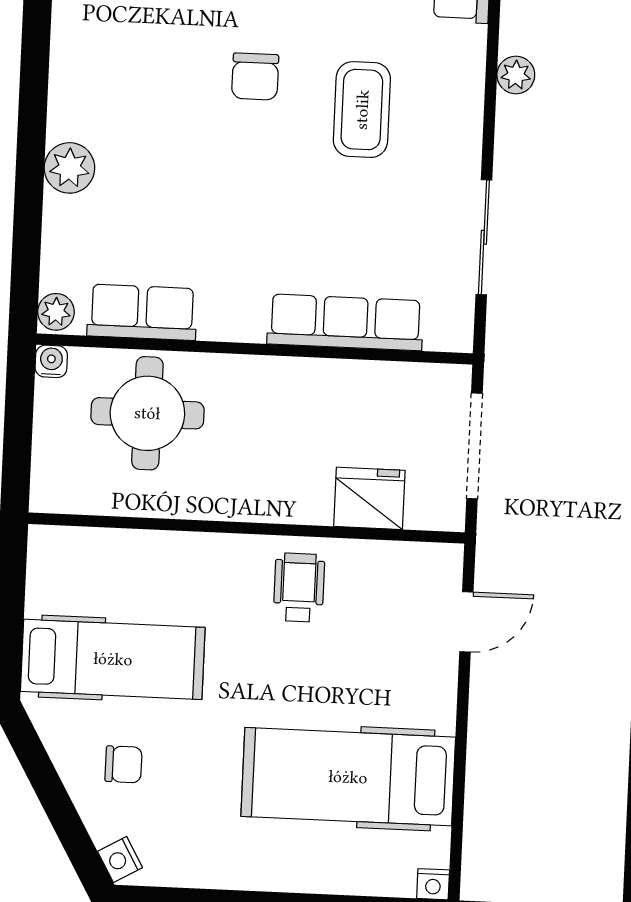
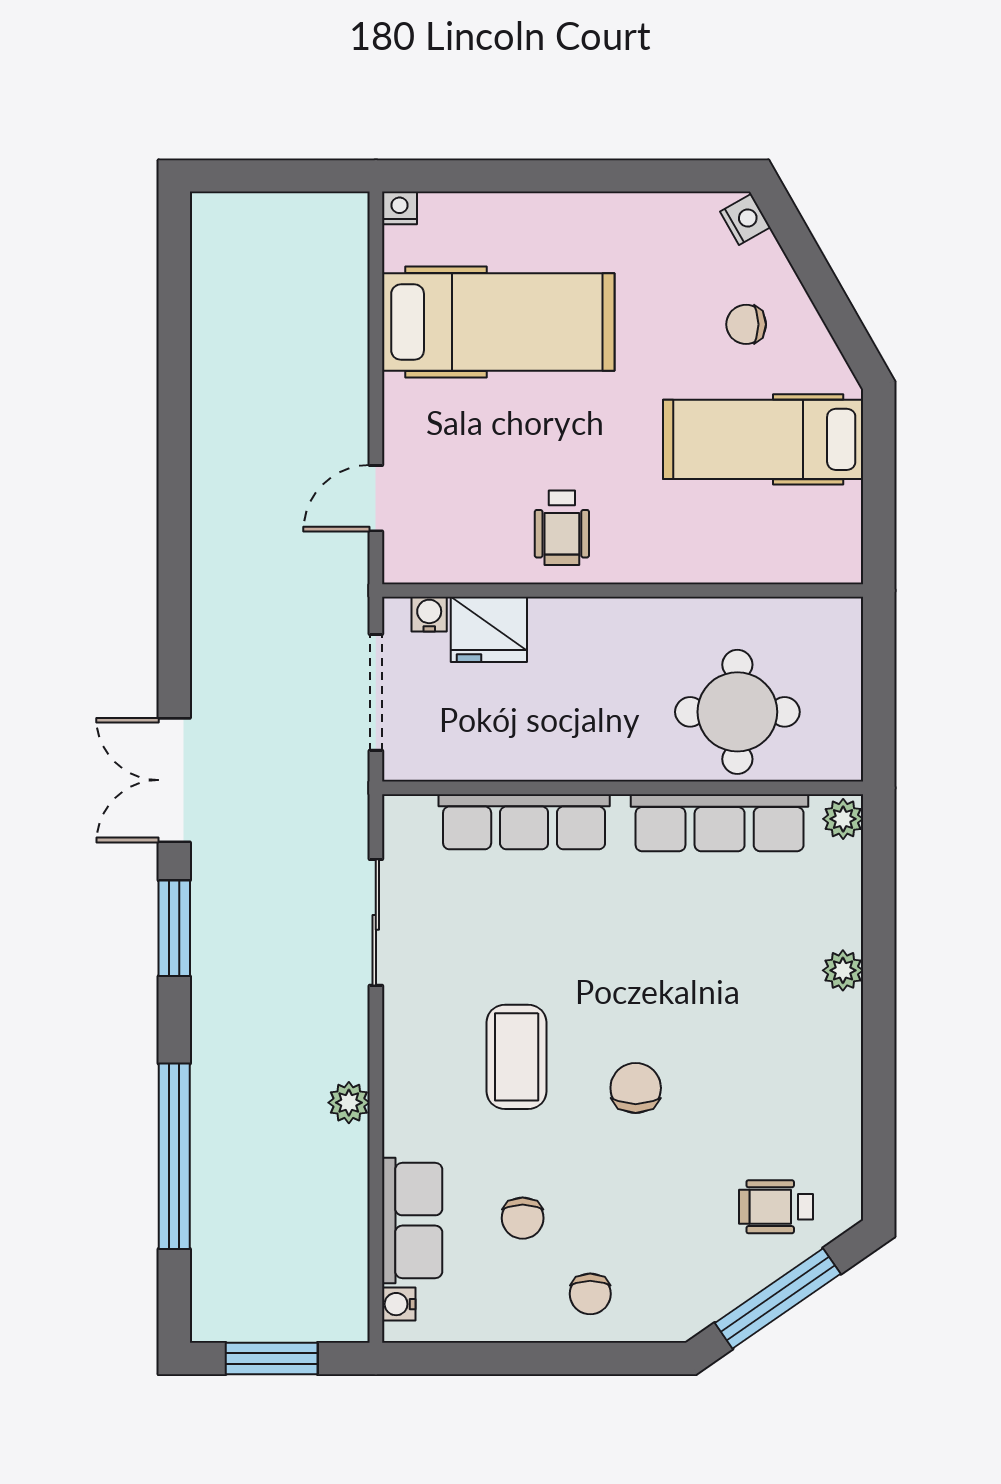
plant: (69, 168) -> (843, 970), width x0.73, depth x0.73
row of seats: (142, 312) -> (720, 823), width x1.48
water cooler: (51, 361) -> (429, 614), moved, turned 180

